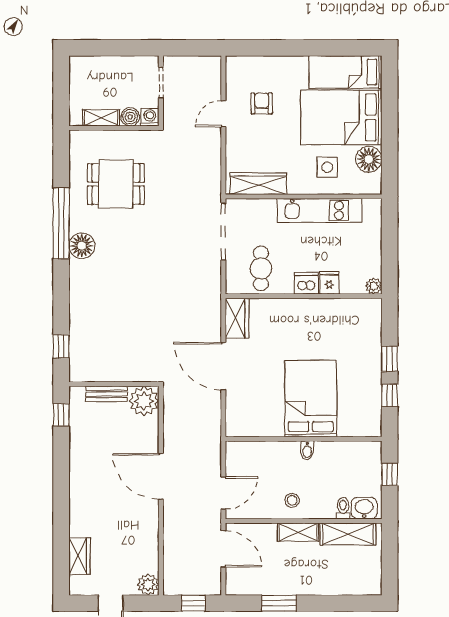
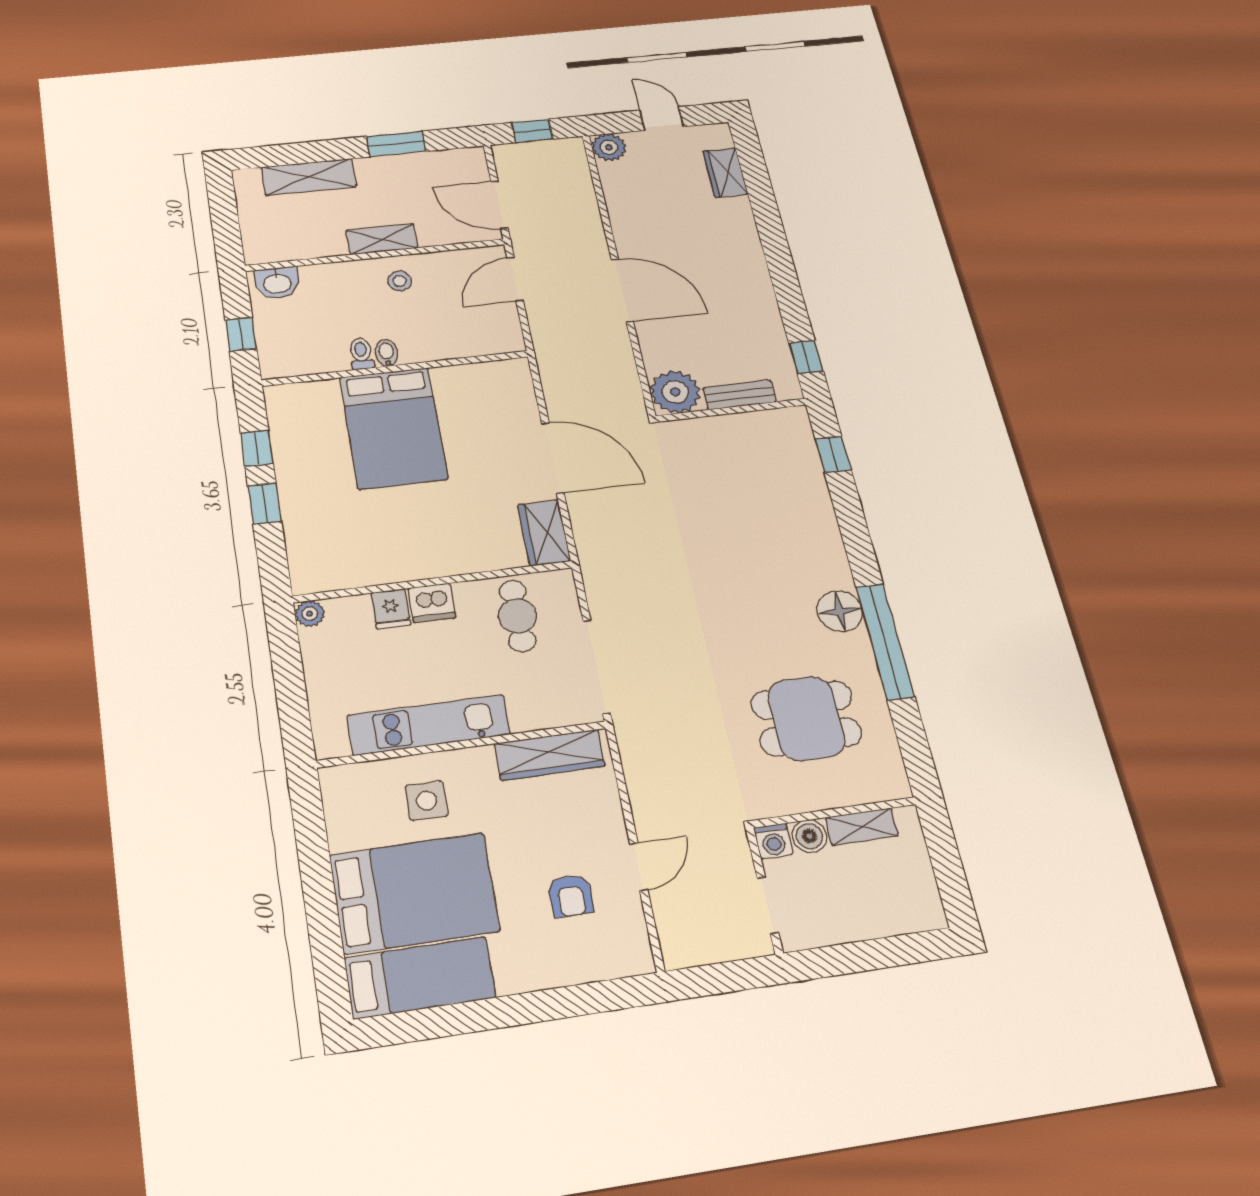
floor lamp: (369, 159) -> (350, 826), removed
toilet: (343, 508) -> (361, 354), moved, turned 180
shelving: (348, 534) -> (309, 177), moved

